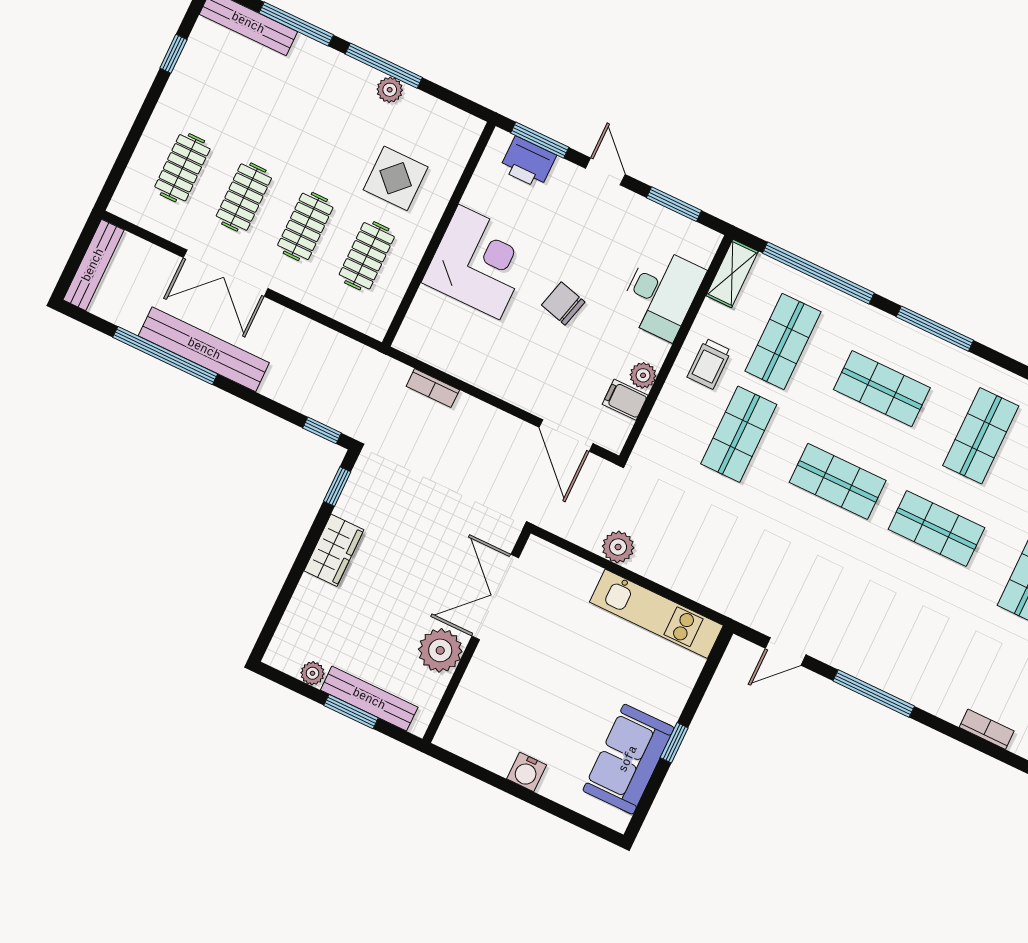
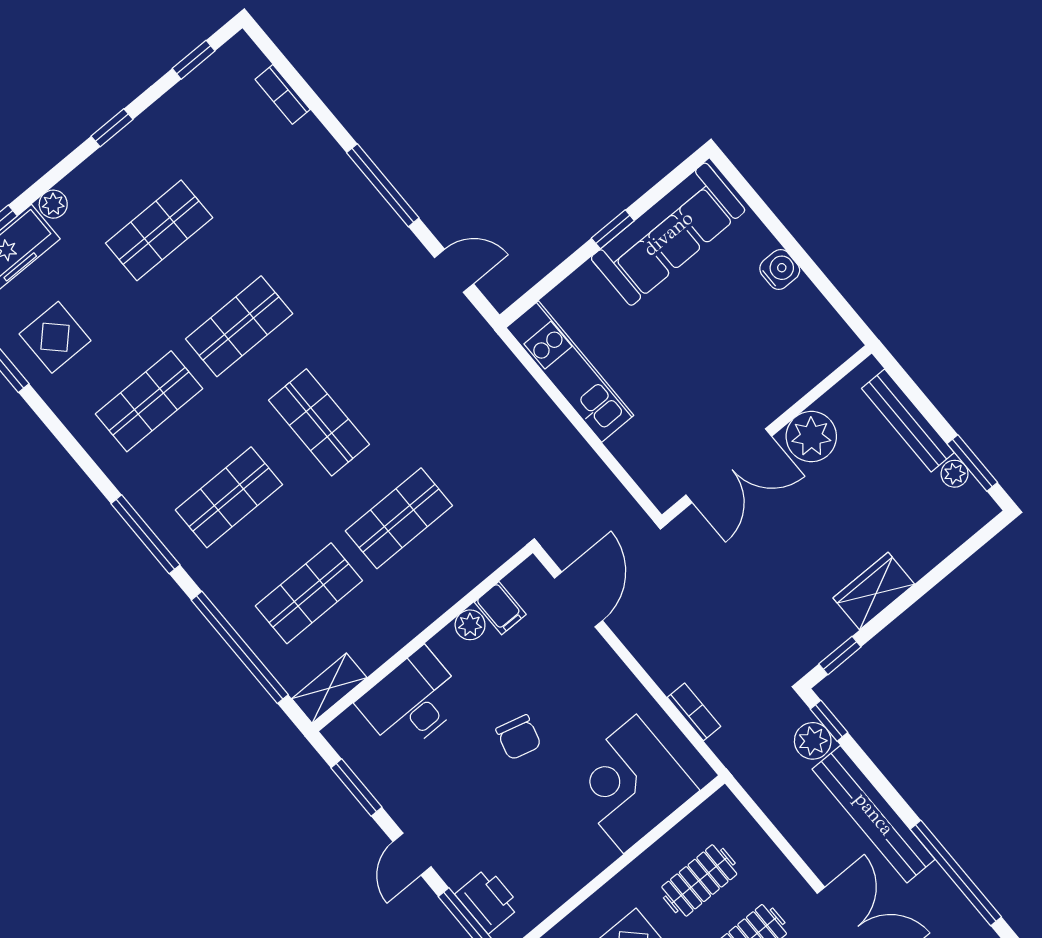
corner desk: (479, 262) -> (630, 784), moved
bench: (204, 349) -> (874, 814), moved
trolley: (709, 364) -> (396, 605), removed
shop shelf: (882, 389) -> (229, 497), turned 90
shop shelf: (936, 529) -> (239, 326), turned 90
plant: (618, 547) -> (813, 741), moved
window: (351, 712) -> (972, 463), moved
sofa: (628, 759) -> (668, 234), width x1.36

